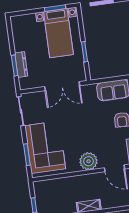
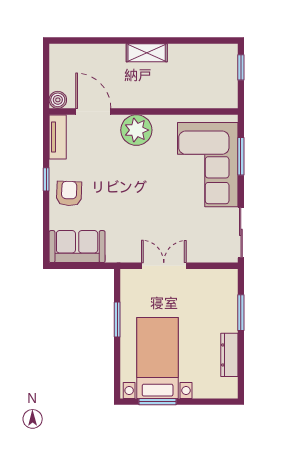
dresser: (21, 65) -> (229, 355), moved
double door: (62, 86) -> (164, 266), width x0.73

